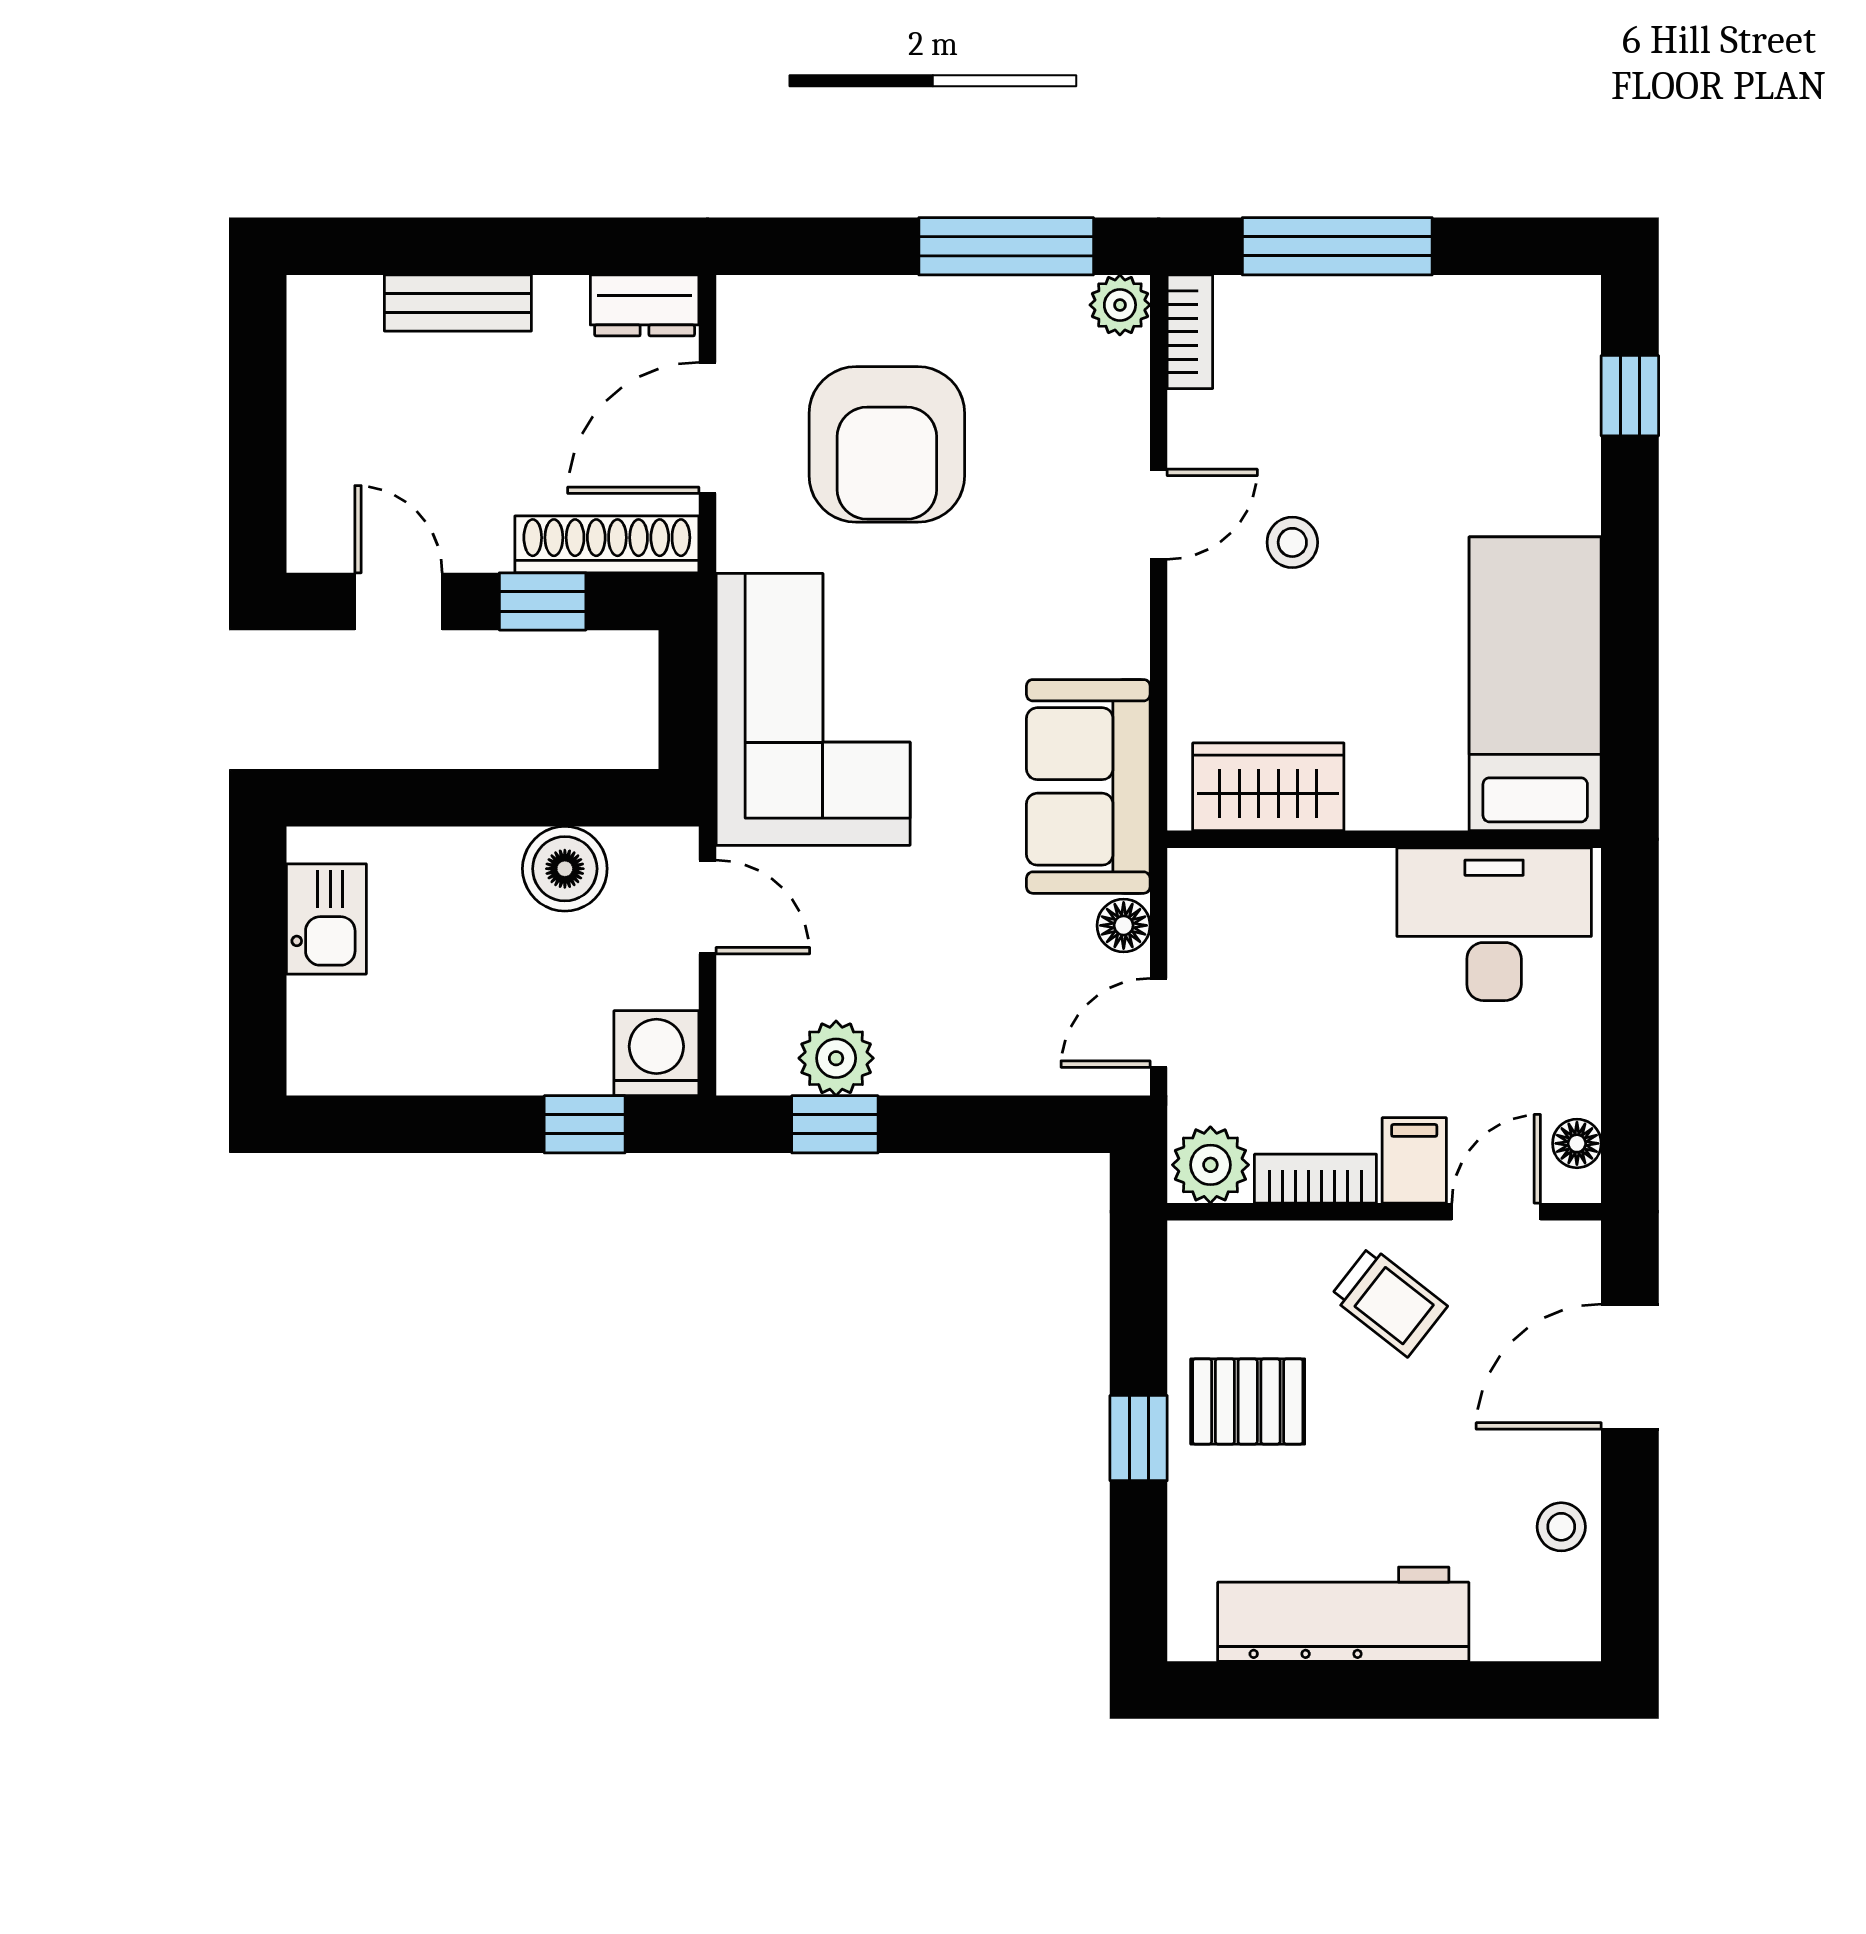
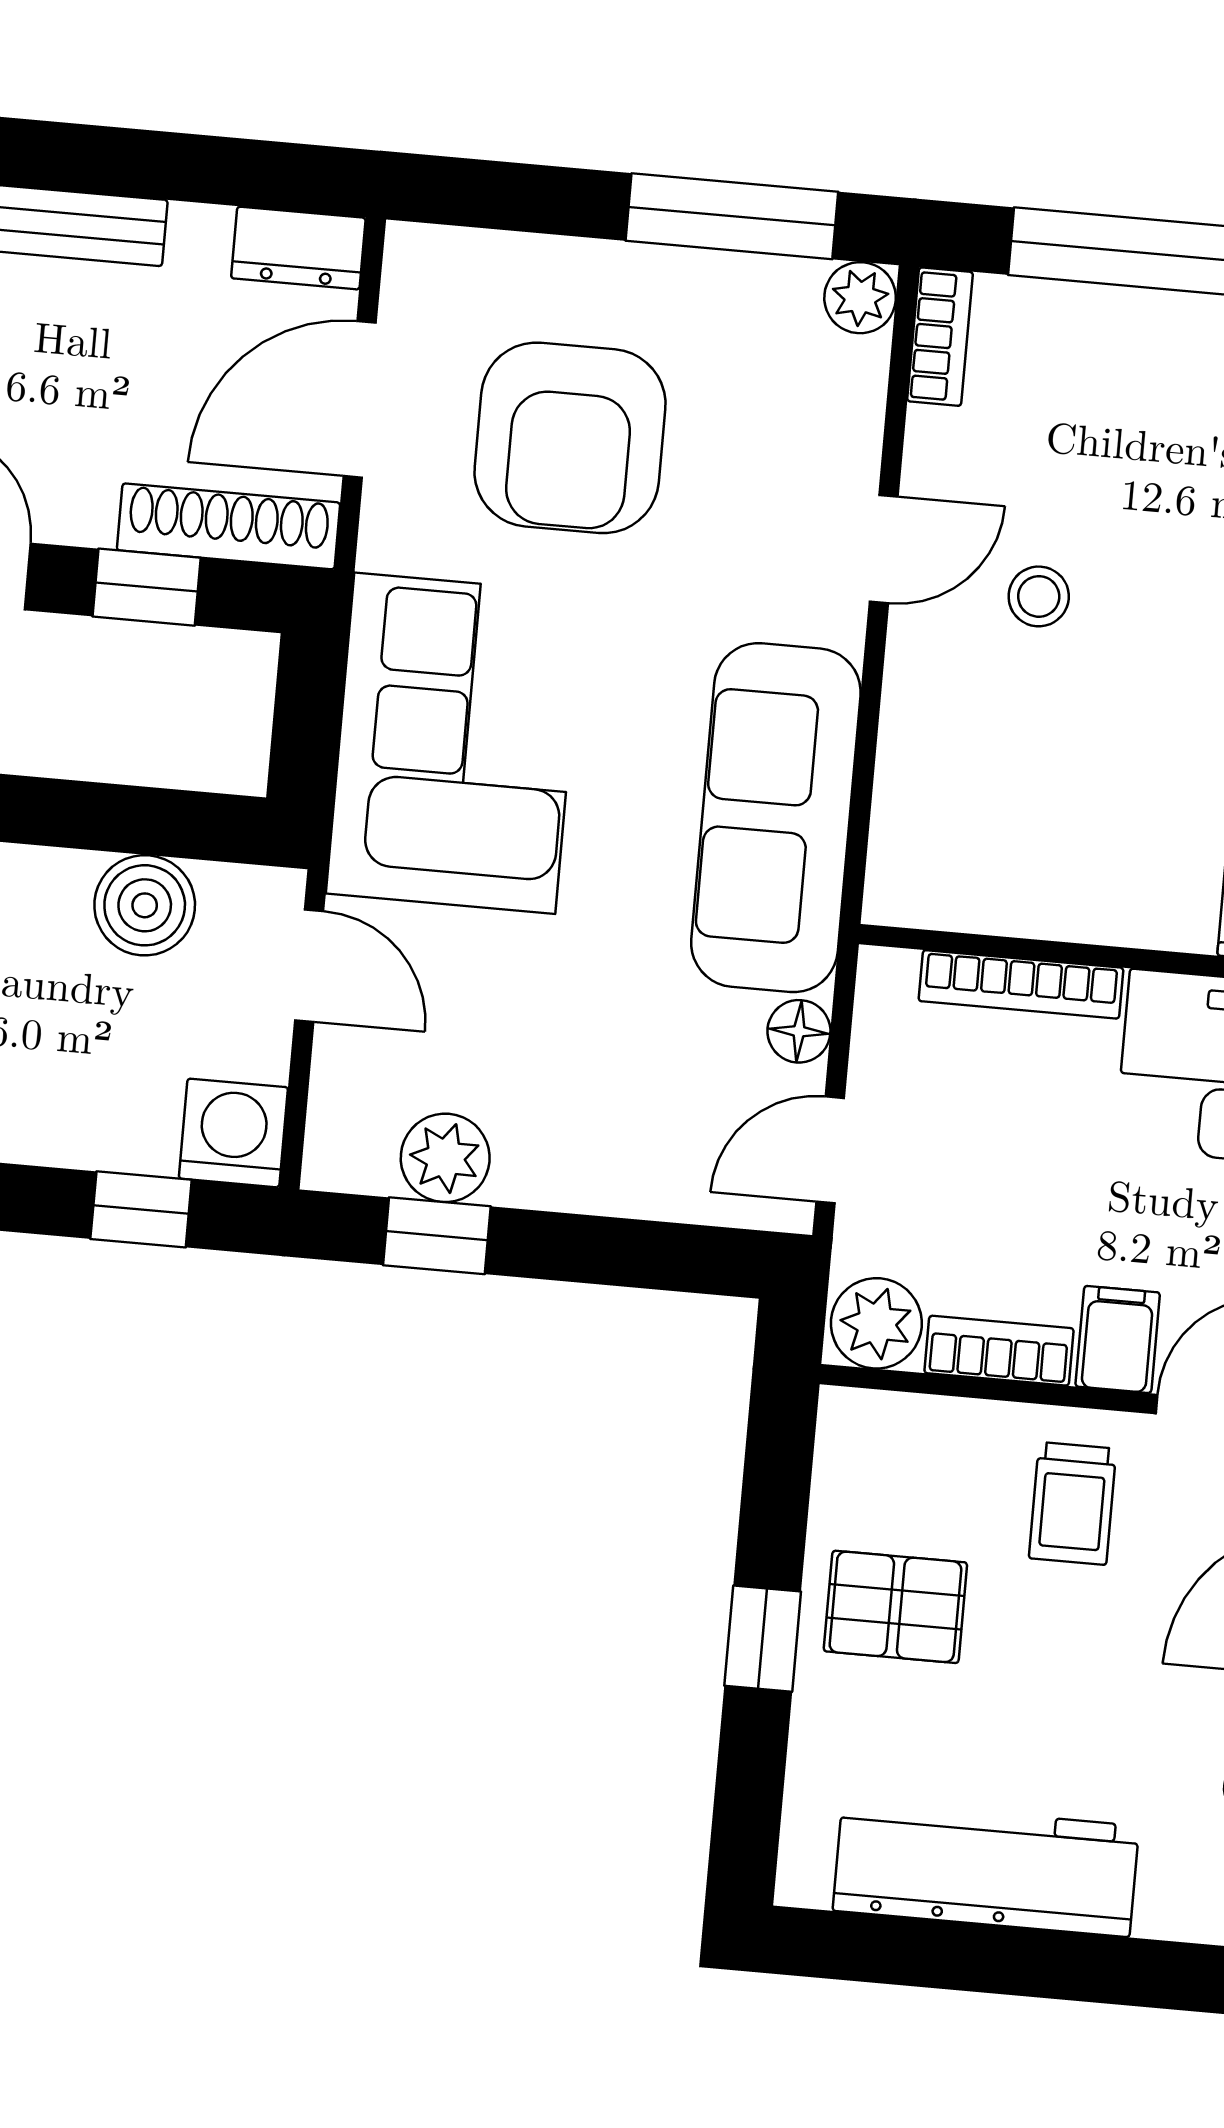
sofa: (1088, 786) -> (776, 818), width x1.36
wardrobe: (1268, 787) -> (985, 883), removed
bookcase: (1306, 870) -> (1021, 984), added
trolley: (1389, 1301) -> (1073, 1503), turned 52

